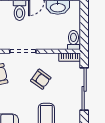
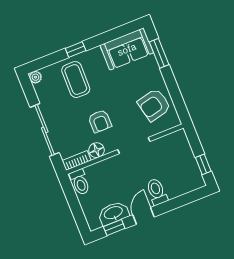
floor lamp: (52, 59) -> (97, 150), added
armchair: (41, 79) -> (100, 121), turned -126

